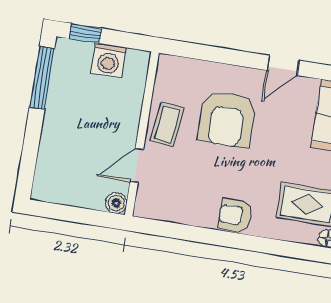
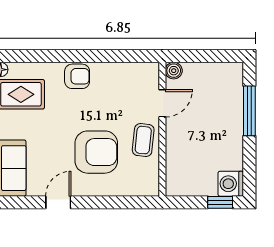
washing machine: (108, 60) -> (231, 184), moved, turned -90
window: (42, 78) -> (249, 111), moved
armchair: (227, 119) -> (96, 152), turned 90

